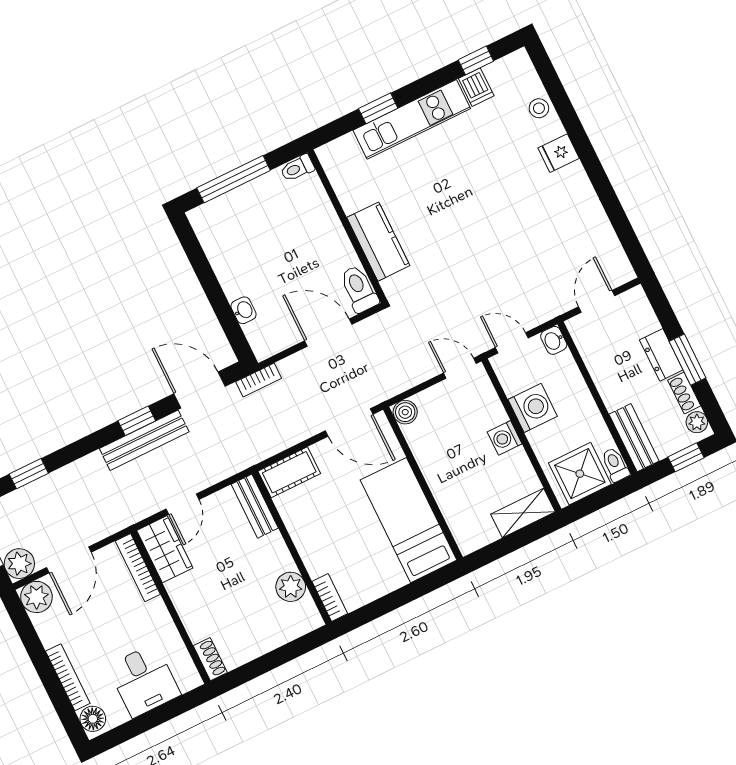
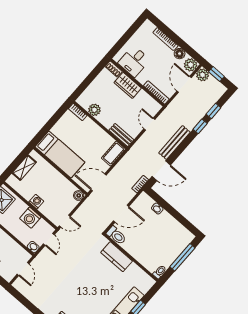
door: (512, 343) -> (49, 239), hinge flipped
window: (137, 421) -> (200, 126), moved
shelving: (523, 513) -> (24, 168), moved
wardrobe: (165, 549) -> (128, 85), moved
desk: (144, 680) -> (134, 61), moved, turned -90
floor lamp: (93, 719) -> (180, 54), moved

